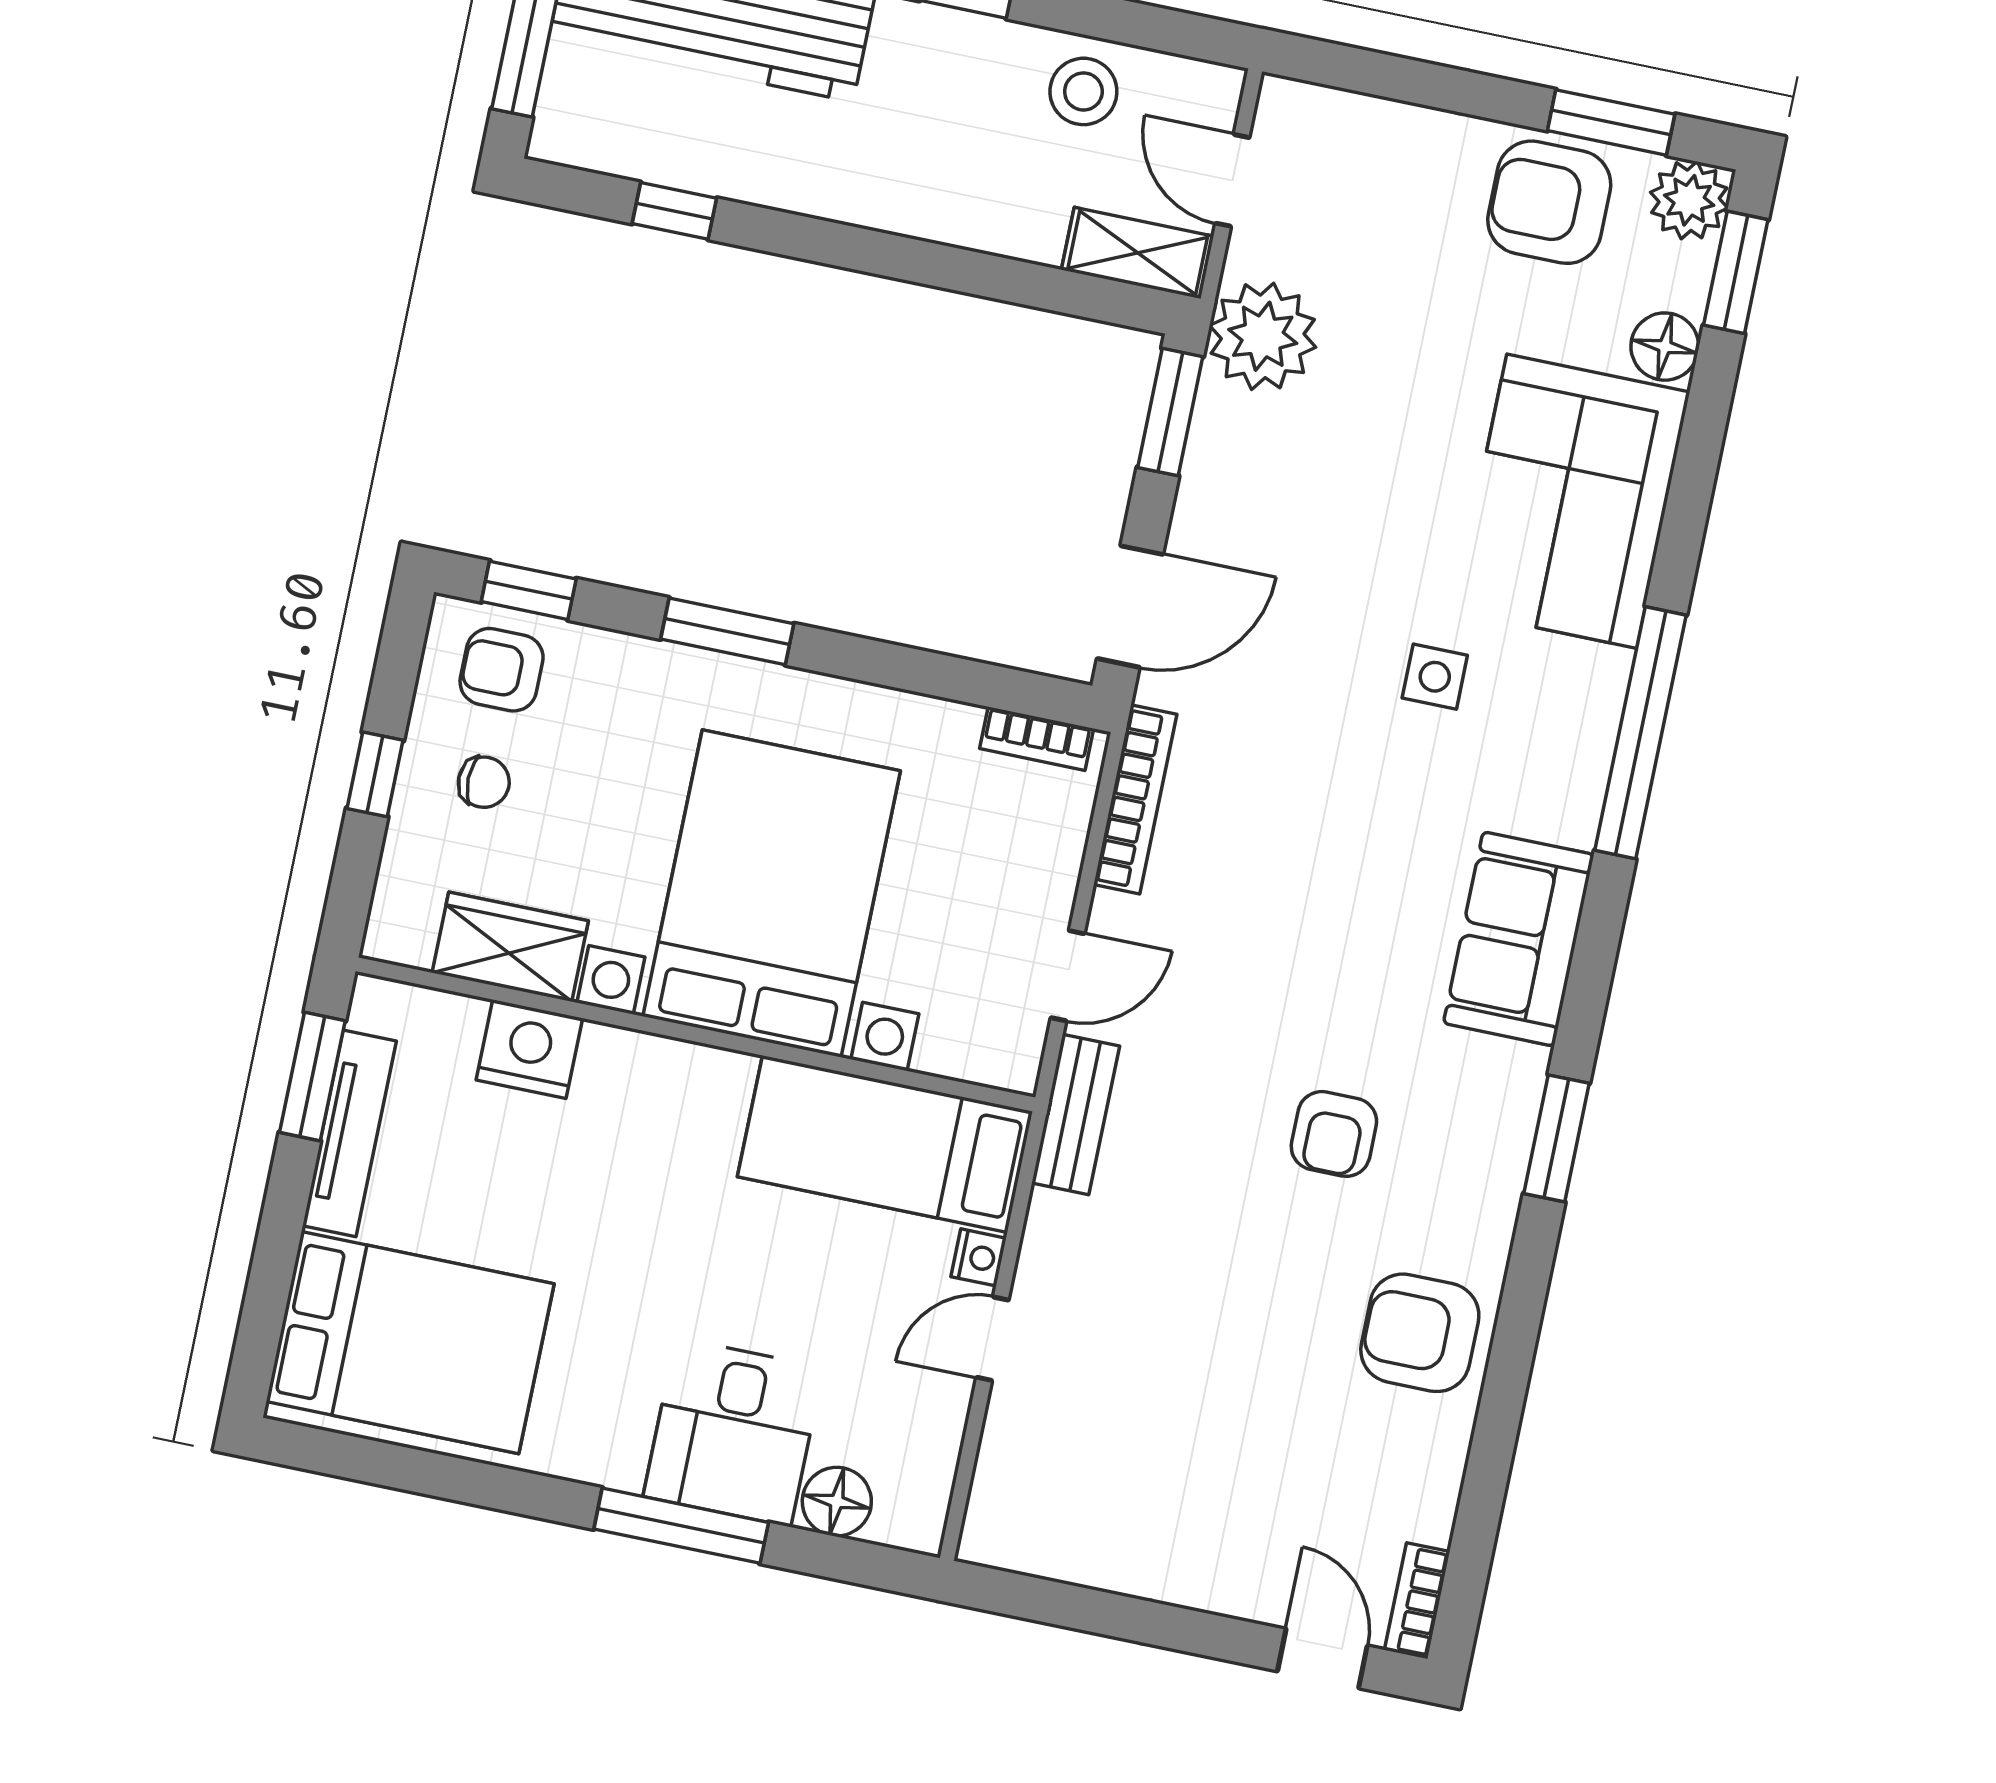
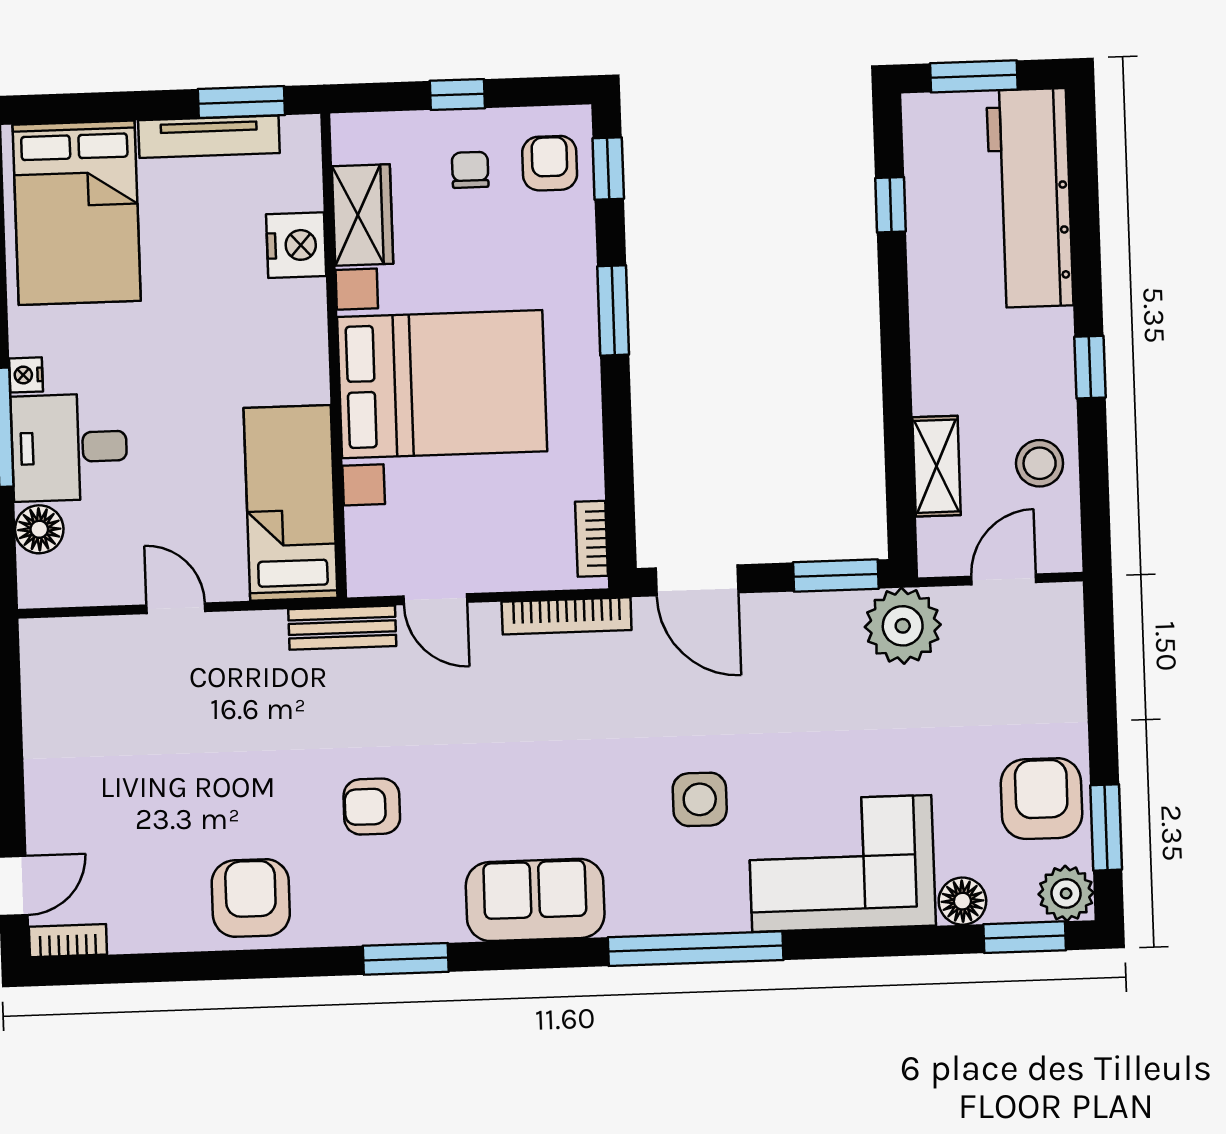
shelving: (1138, 253) -> (937, 466), moved
side table: (1435, 677) -> (700, 799), width x1.37, depth x1.37
chair: (484, 782) -> (470, 170), turned 180
nightstand: (979, 1257) -> (26, 375), moved, turned 90

